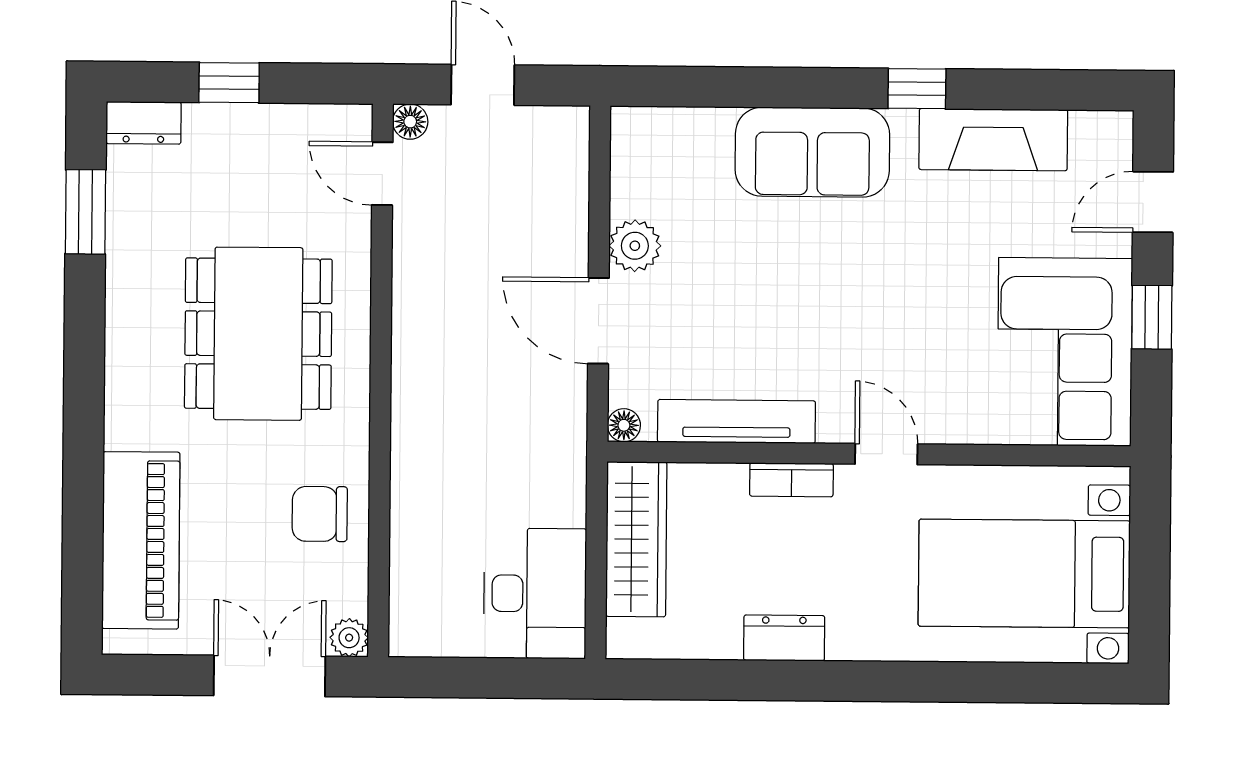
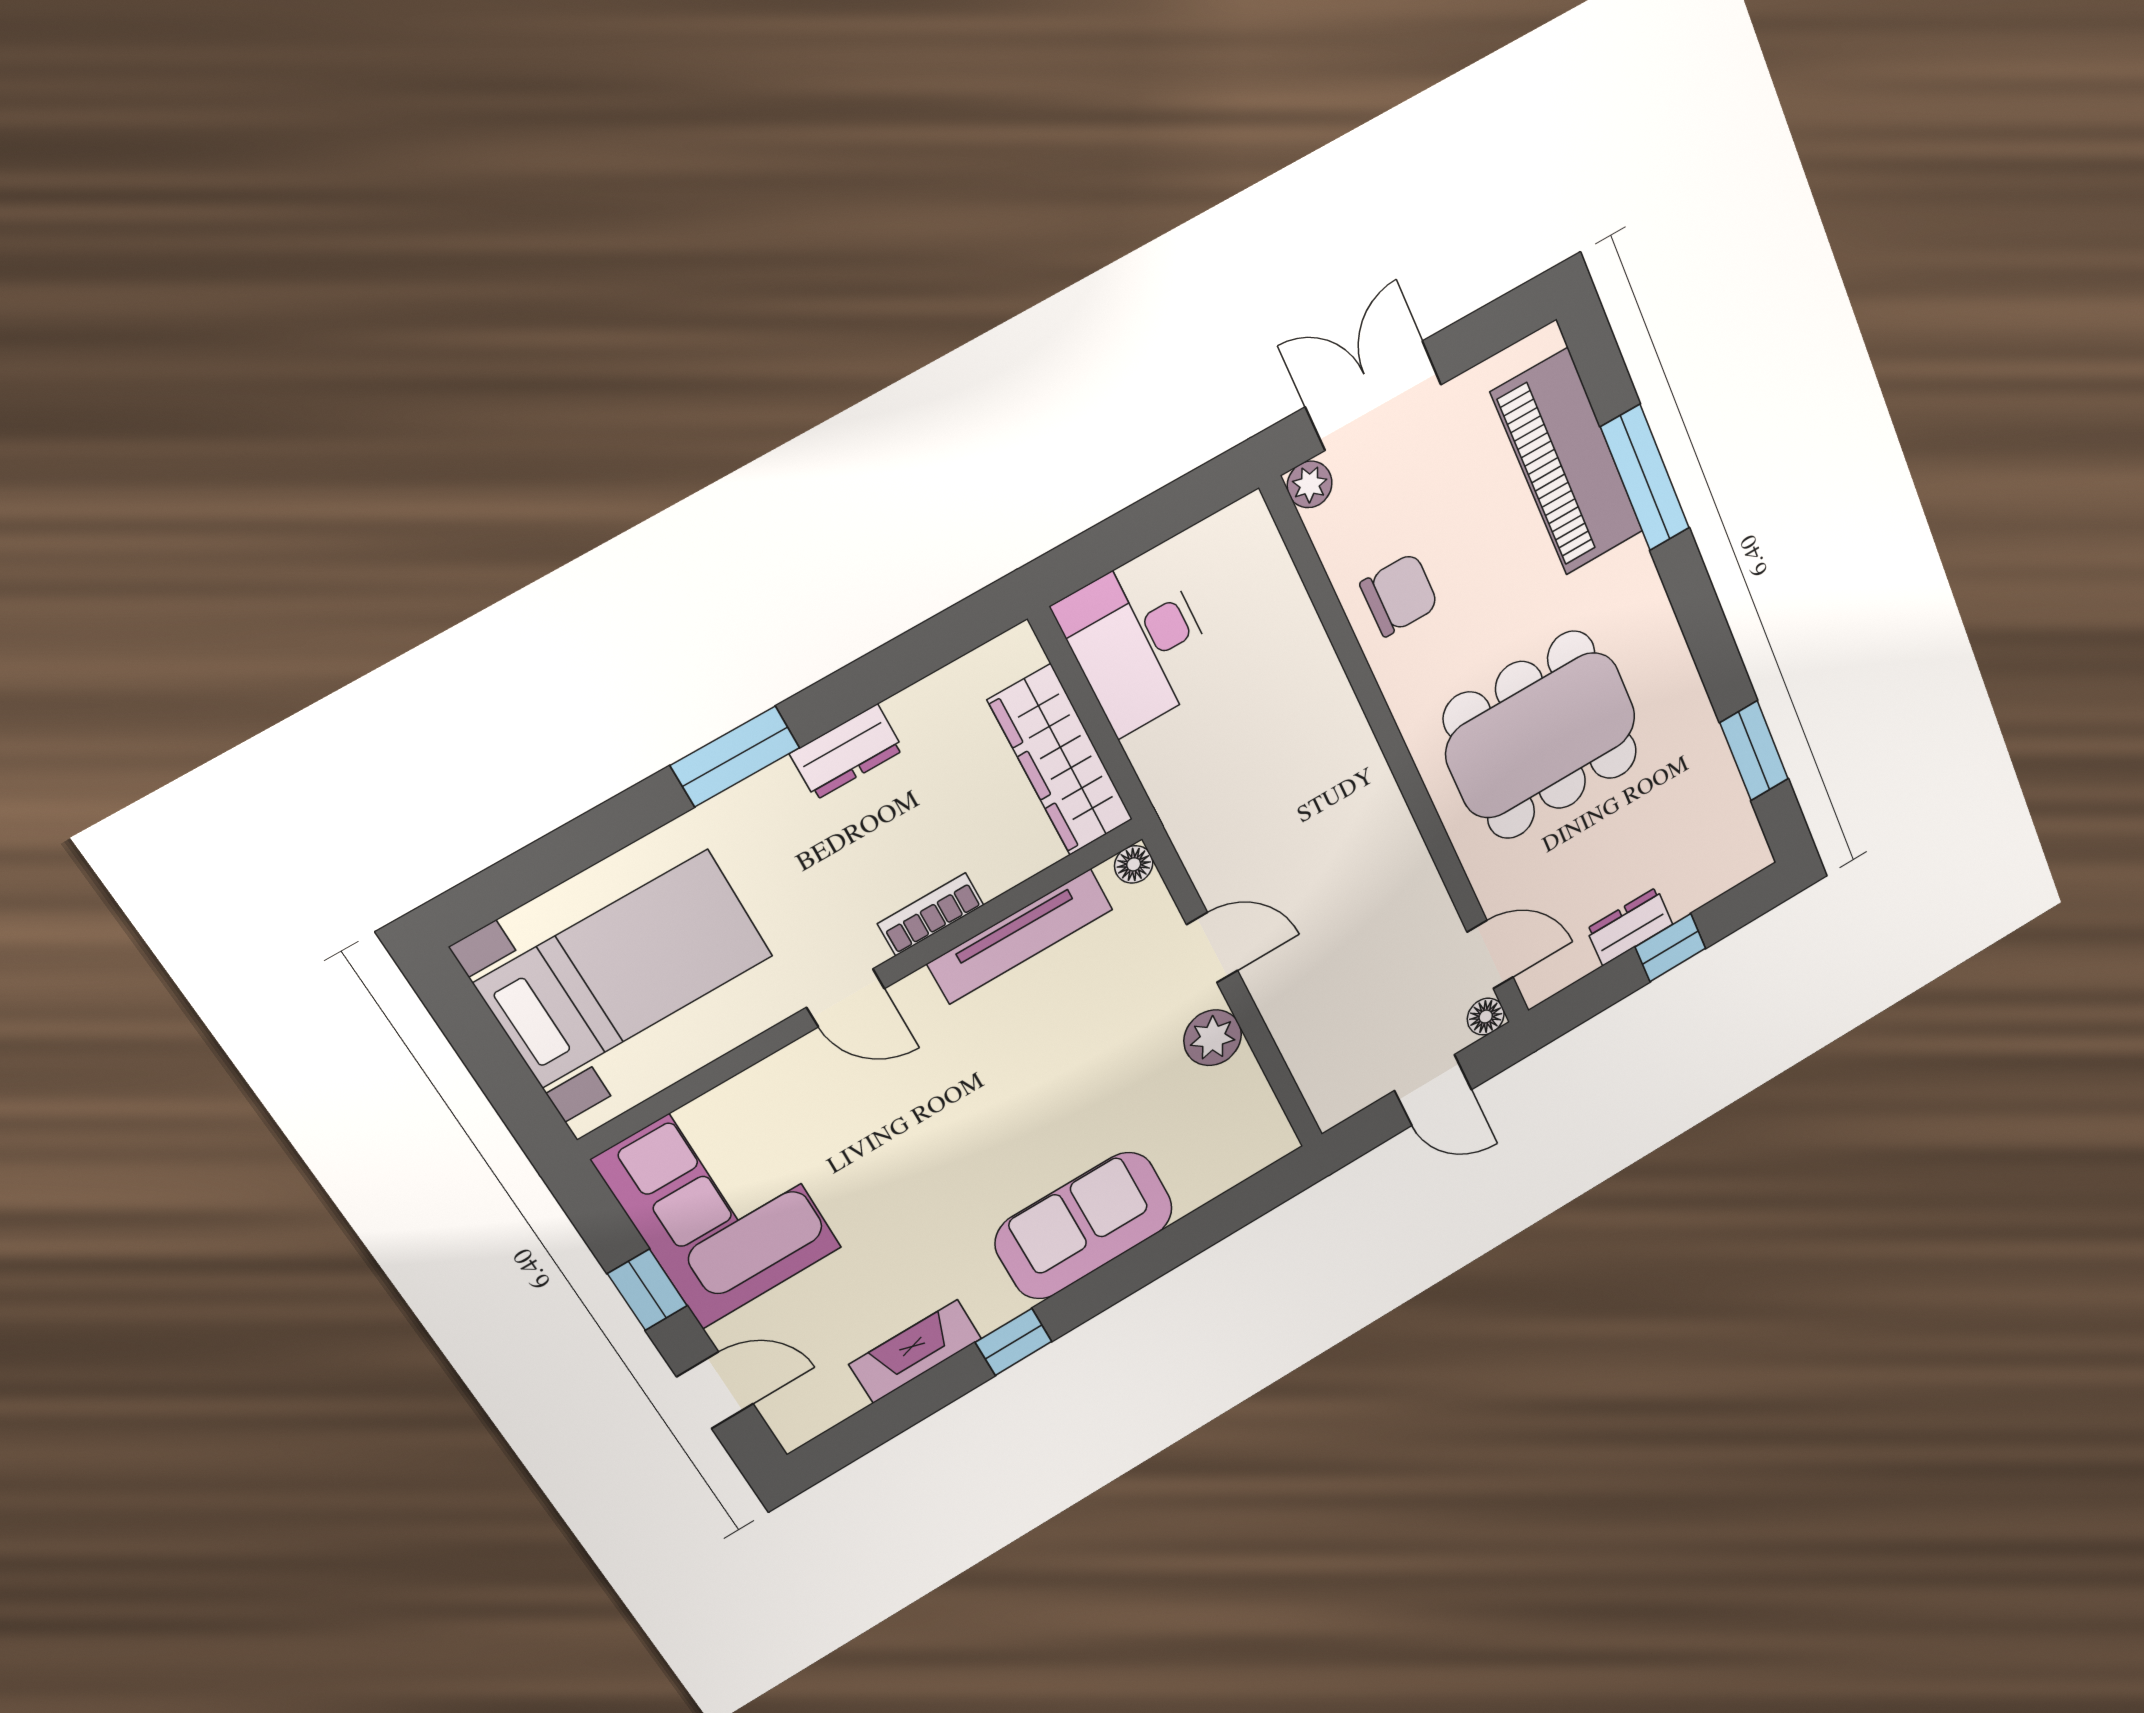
dresser: (143, 123) -> (1630, 927), moved
fireplace: (993, 140) -> (915, 1351), width x0.73, depth x0.76
door: (1153, 202) -> (715, 1390), hinge flipped
door: (598, 321) -> (1212, 948), width x0.73
dining table: (258, 334) -> (1541, 736), turned 90
window: (83, 493) -> (1645, 478), added
double door: (269, 676) -> (1374, 396), swing flipped
window: (862, 681) -> (735, 757), added

